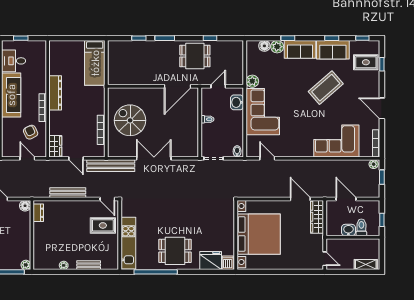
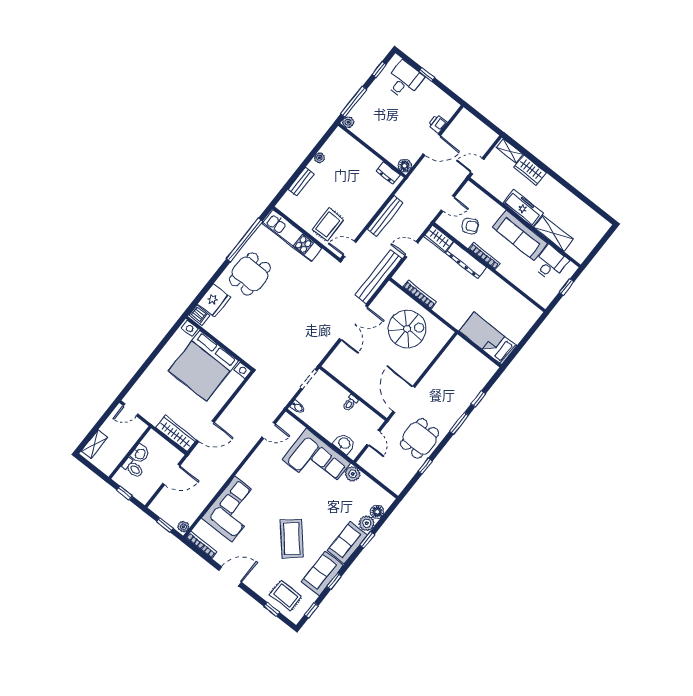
rug: (366, 62) -> (286, 596), turned 90
dresser: (55, 93) -> (466, 260), moved

